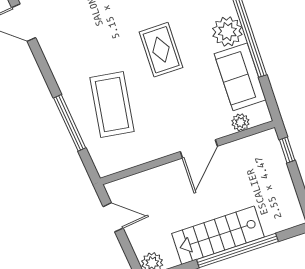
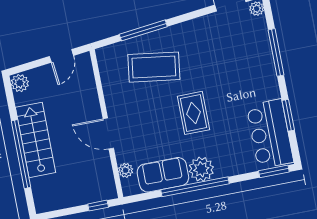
rug: (161, 50) -> (194, 113), turned 90

